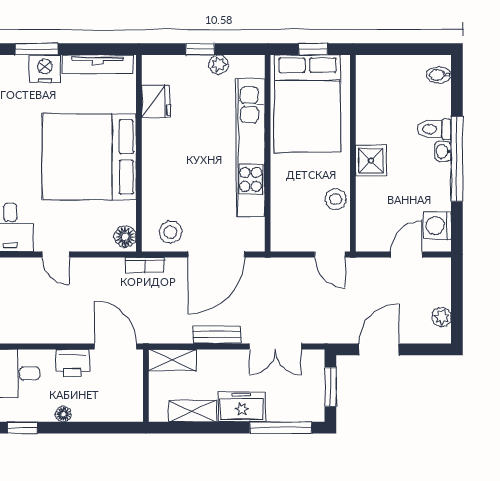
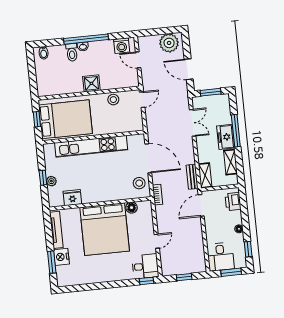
plant: (219, 64) -> (51, 181), moved
floor lamp: (125, 237) -> (132, 208), moved
plant: (442, 317) -> (169, 43), width x1.88, depth x1.88
bench: (217, 335) -> (192, 177), moved
printer: (73, 363) -> (233, 202), moved, turned 180
window: (281, 428) -> (236, 131), moved

